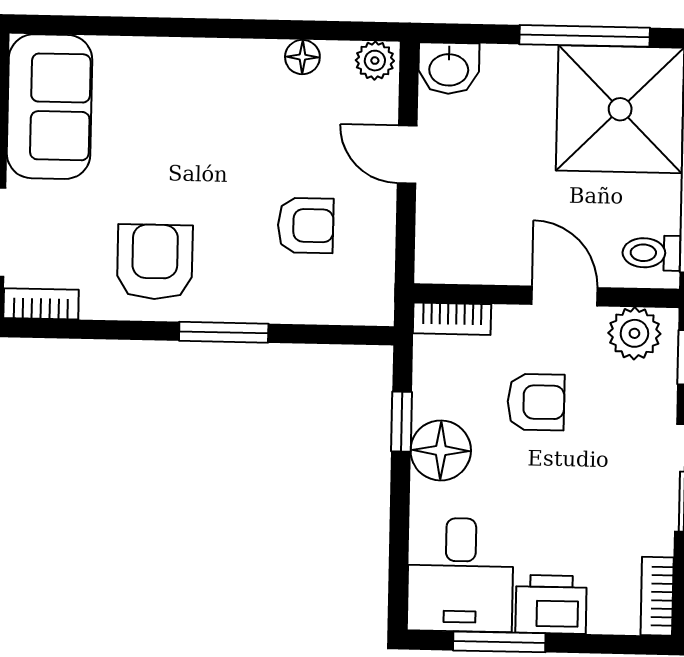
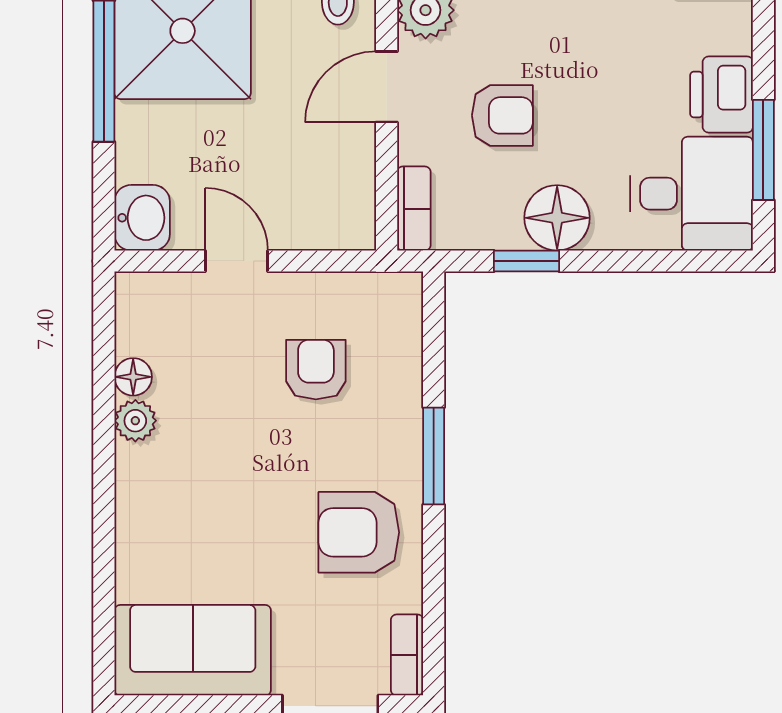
plant: (375, 61) -> (135, 421), moved
door: (407, 154) -> (237, 261), swing flipped
armchair: (536, 402) -> (502, 115), turned 90

